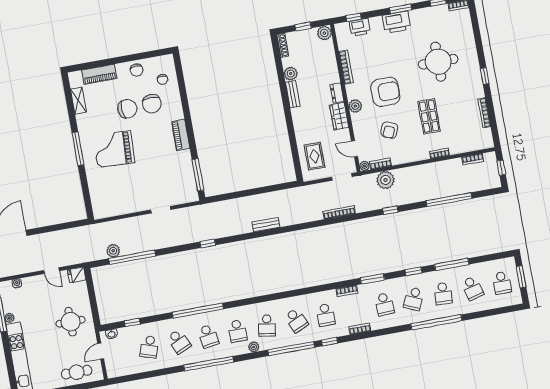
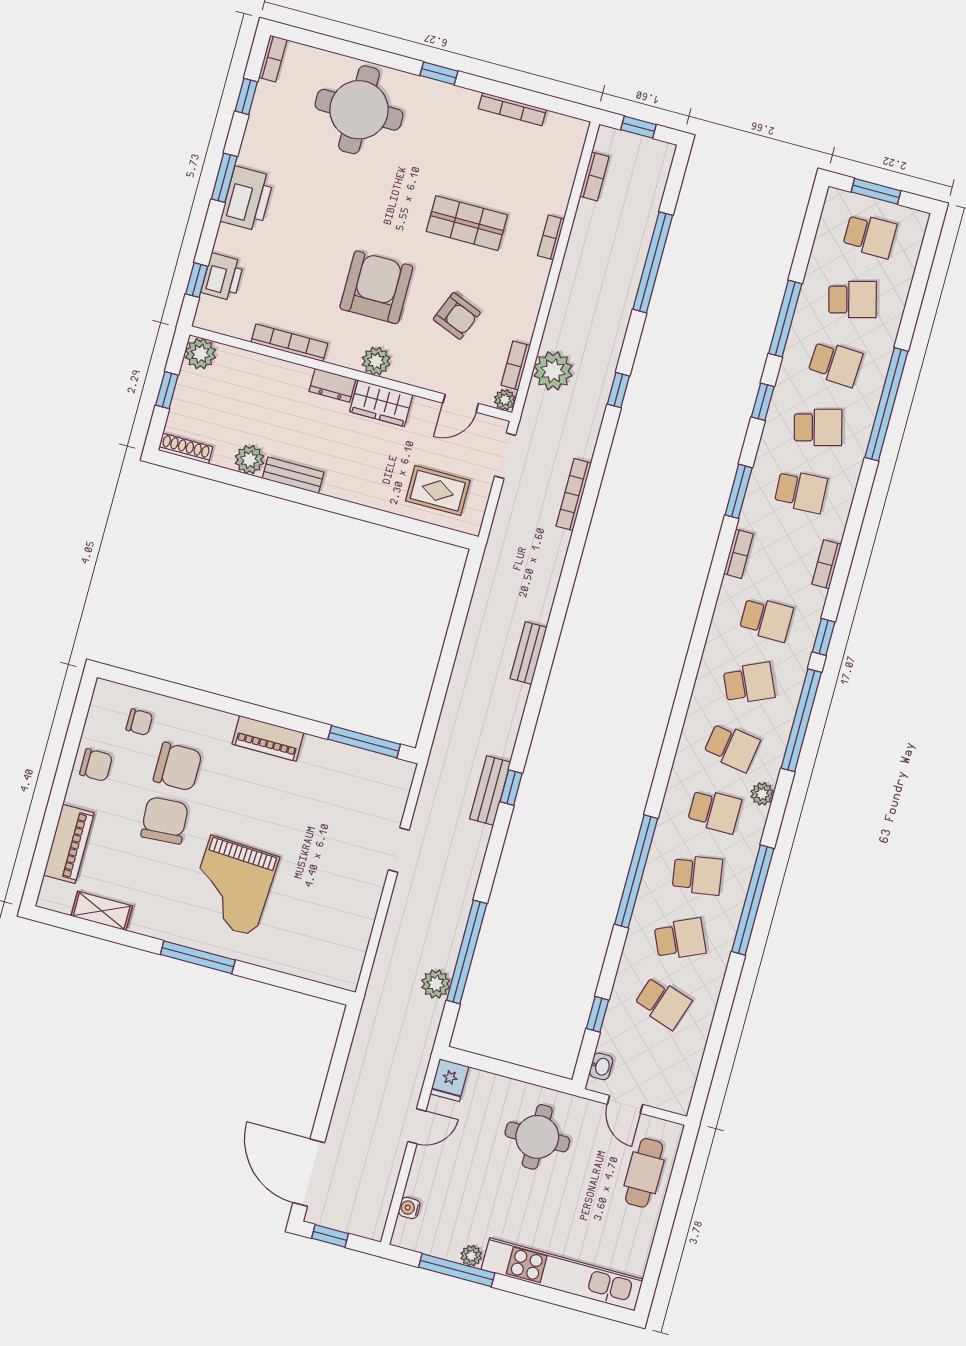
round table: (438, 62) -> (359, 110), moved
bench: (202, 236) -> (490, 791), added
school desk: (414, 299) -> (818, 427), turned -39

